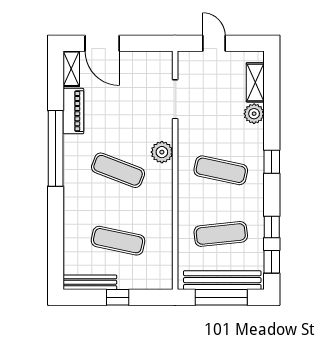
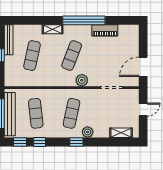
door: (102, 43) -> (143, 67), moved
shelving: (71, 69) -> (53, 29), moved
plant: (254, 114) -> (88, 132), moved

